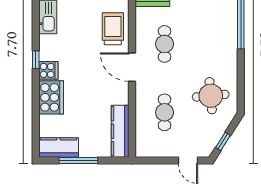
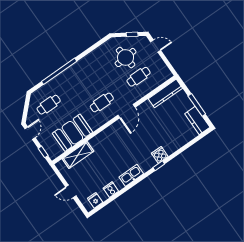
trolley: (113, 29) -> (113, 136), removed
round table: (211, 96) -> (126, 57), moved
cooker: (51, 97) -> (173, 143), removed
door: (188, 160) -> (156, 46), hinge flipped

